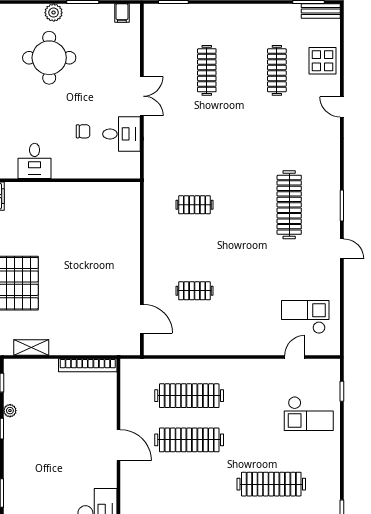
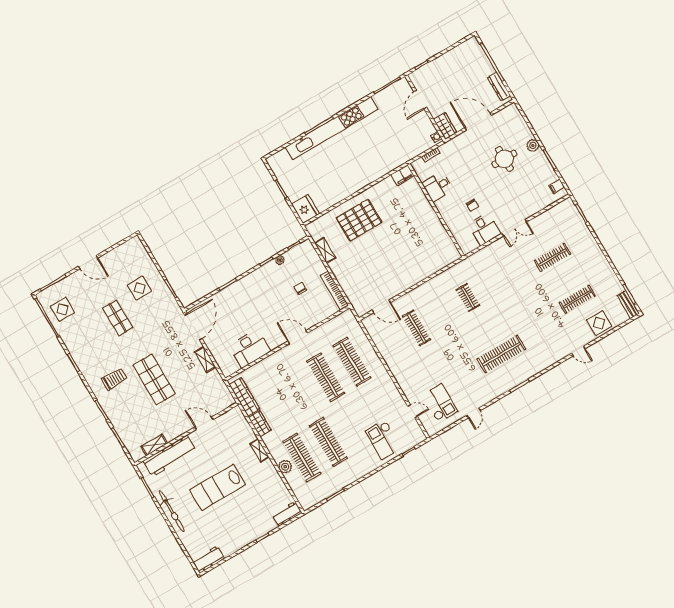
round table: (49, 58) -> (504, 159), width x0.73, depth x0.73
door: (342, 107) -> (578, 351), swing flipped
door: (342, 249) -> (474, 413), moved
clothes rail: (194, 291) -> (417, 328), width x1.36
door: (142, 319) -> (381, 306), hinge flipped
chair: (60, 406) -> (300, 288), added
door: (119, 445) -> (298, 337), swing flipped

